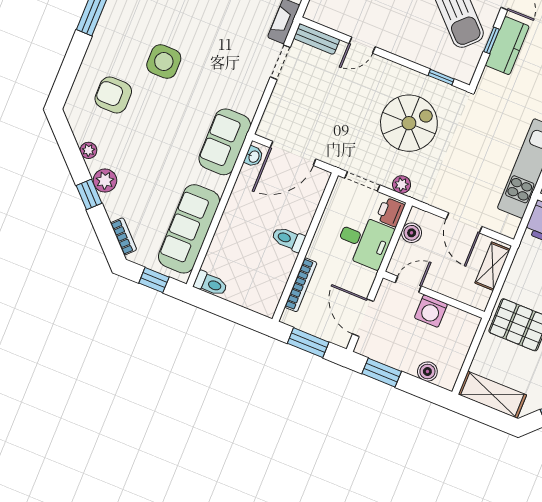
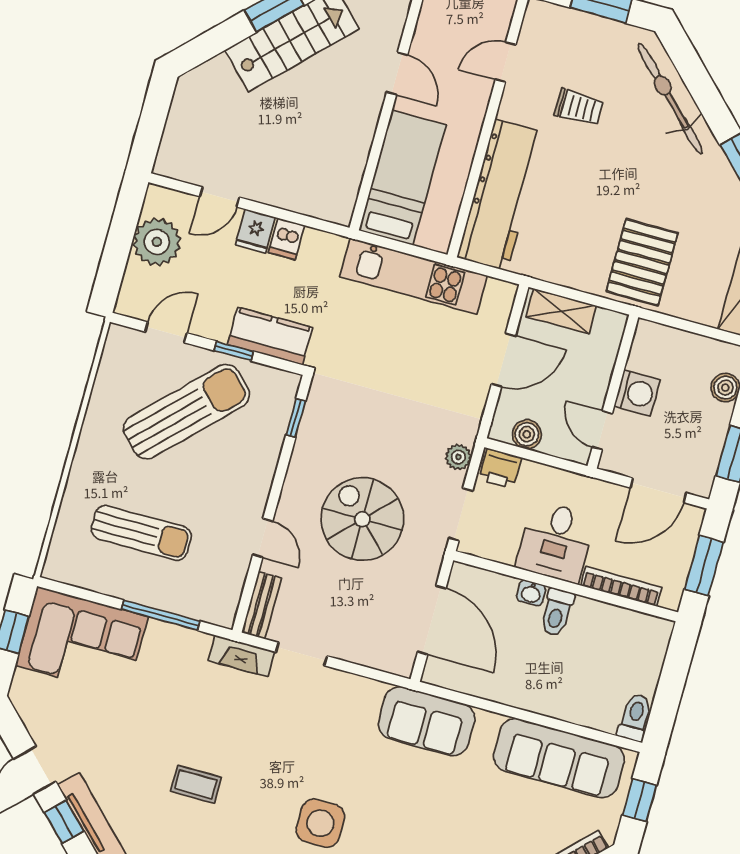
kitchen counter: (507, 46) -> (270, 336), moved
spiral stairs: (409, 123) -> (362, 519), moved
washbasin: (254, 156) -> (531, 593), moved, turned 180
desk: (364, 241) -> (556, 542), moved, turned 180

